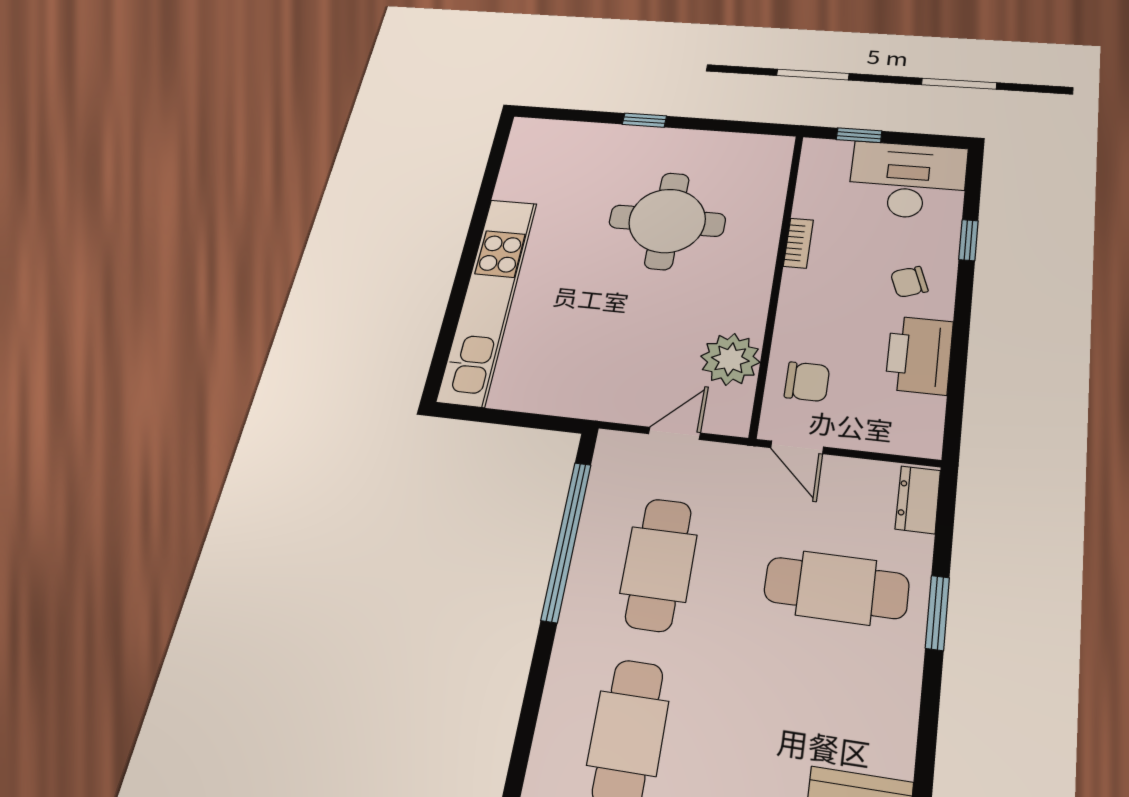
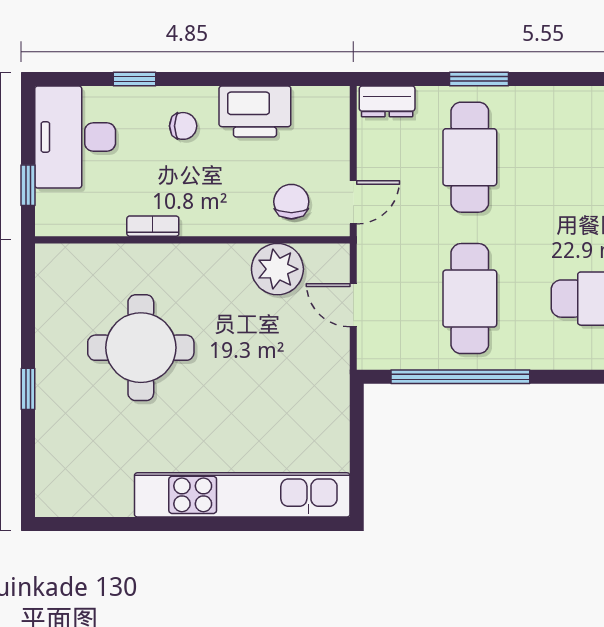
chair: (909, 282) -> (183, 126), turned -70
cafe table: (659, 564) -> (470, 299), turned 90

